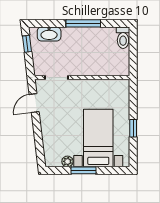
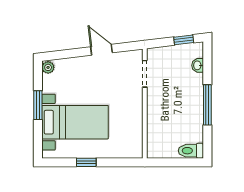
washbasin: (49, 34) -> (198, 65), width x0.52, depth x0.69
door: (34, 103) -> (102, 50), moved
plant: (67, 161) -> (48, 67), moved

